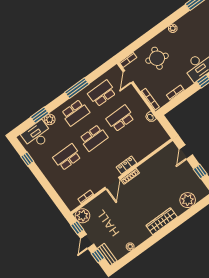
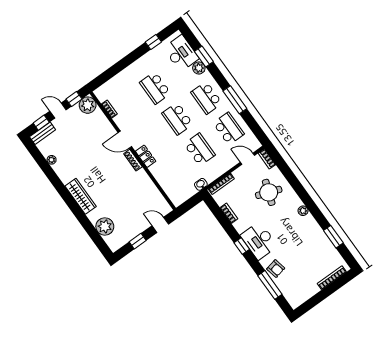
school desk: (67, 157) -> (155, 88), turned 180

